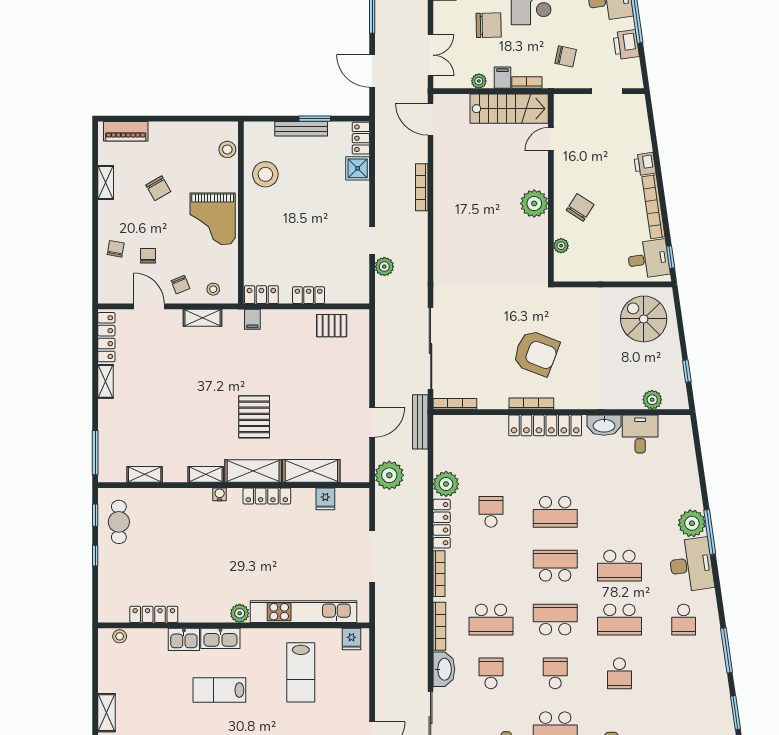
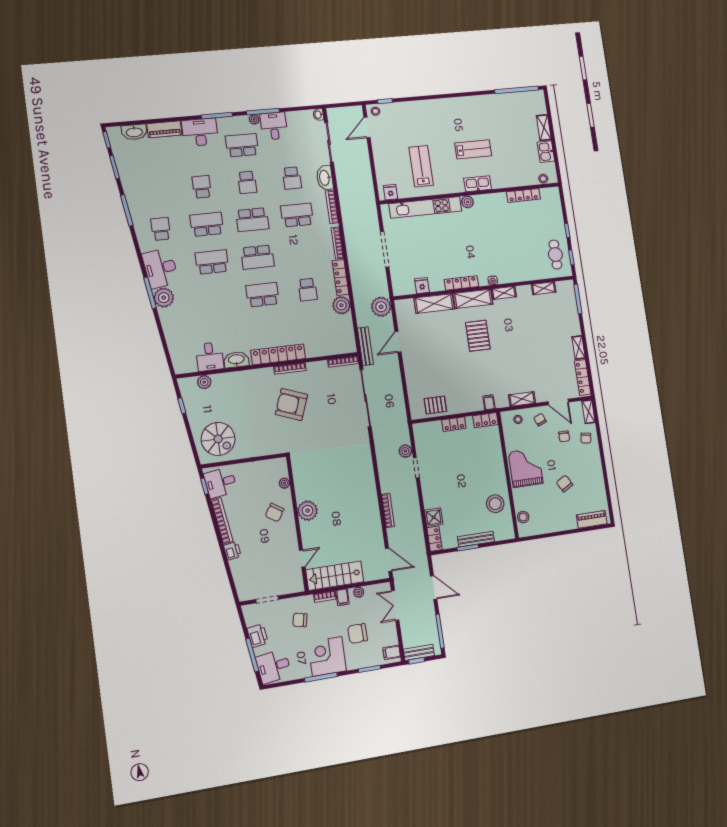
shelving: (106, 183) -> (588, 412), moved
kitchen sink: (184, 639) -> (546, 152), moved, turned -90

